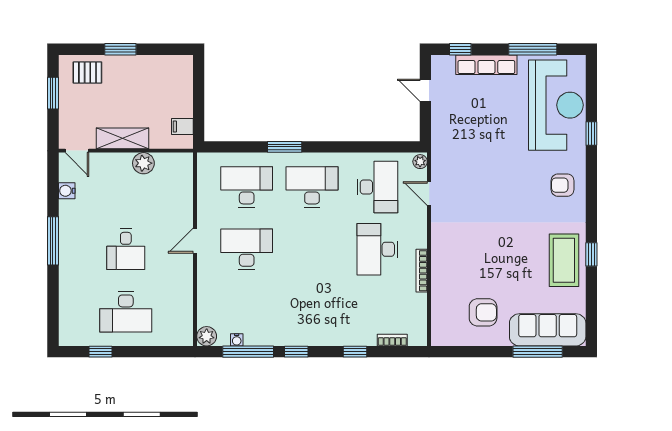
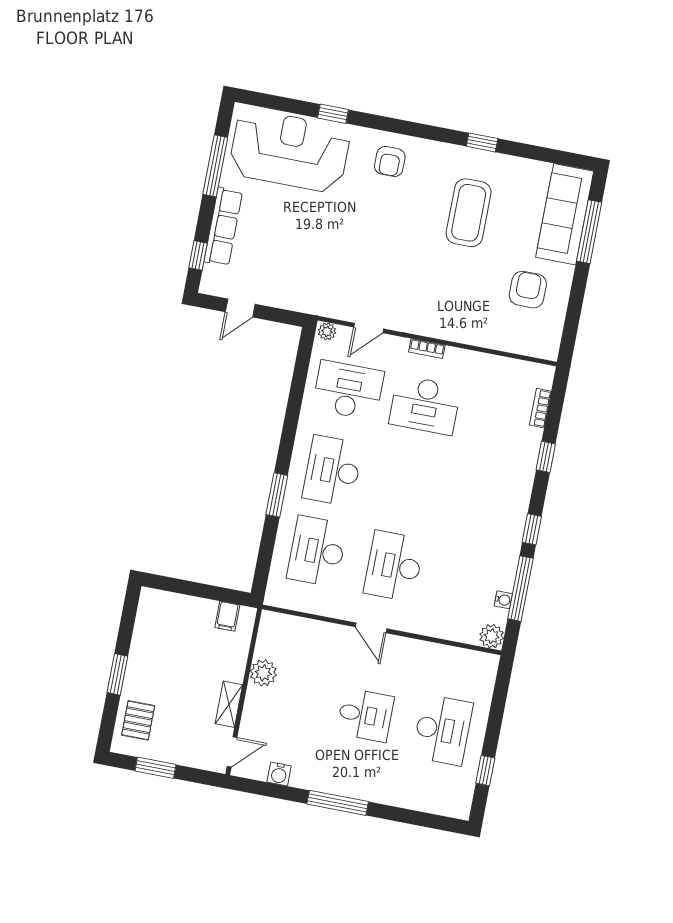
shelving: (122, 138) -> (229, 704), width x0.67, depth x0.75
coffee table: (564, 260) -> (469, 213), moved, turned 90
bookcase: (422, 271) -> (427, 349), moved, width x0.64

